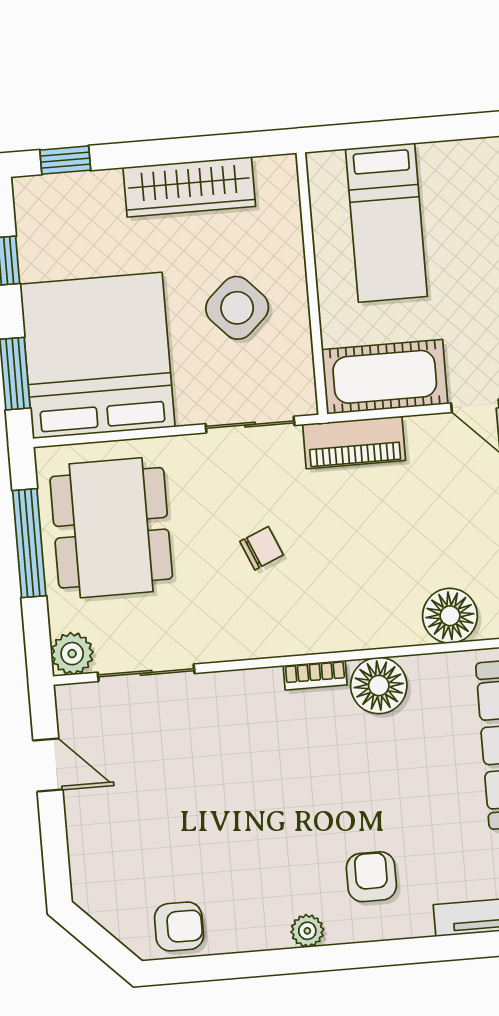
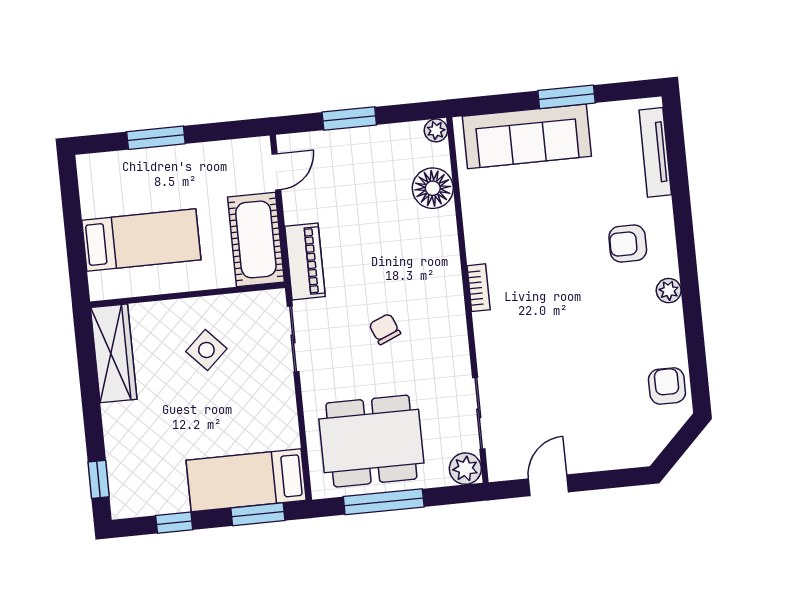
wardrobe: (189, 187) -> (114, 353), moved
side table: (237, 308) -> (206, 350), width x0.73, depth x0.73
bed: (97, 355) -> (246, 480), width x0.49
floor lamp: (379, 686) -> (486, 240), removed

